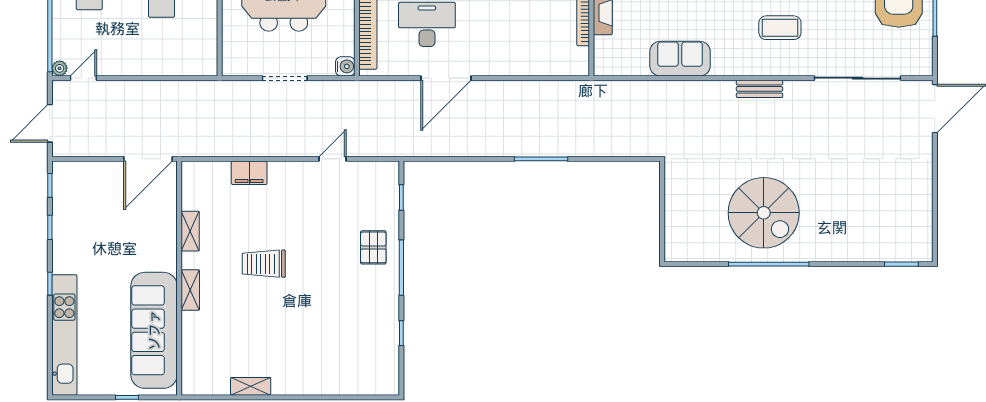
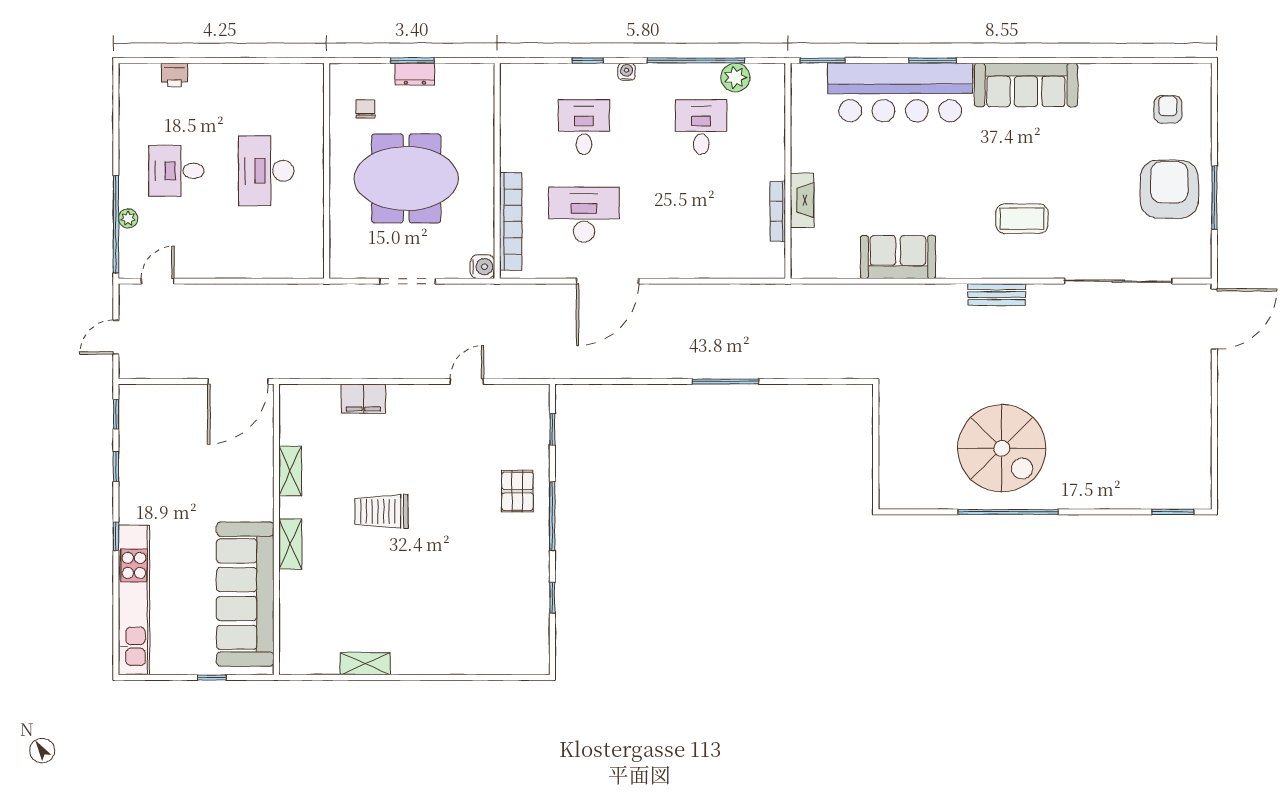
plant: (60, 68) -> (128, 218), moved
door: (50, 123) -> (116, 337), width x0.73

